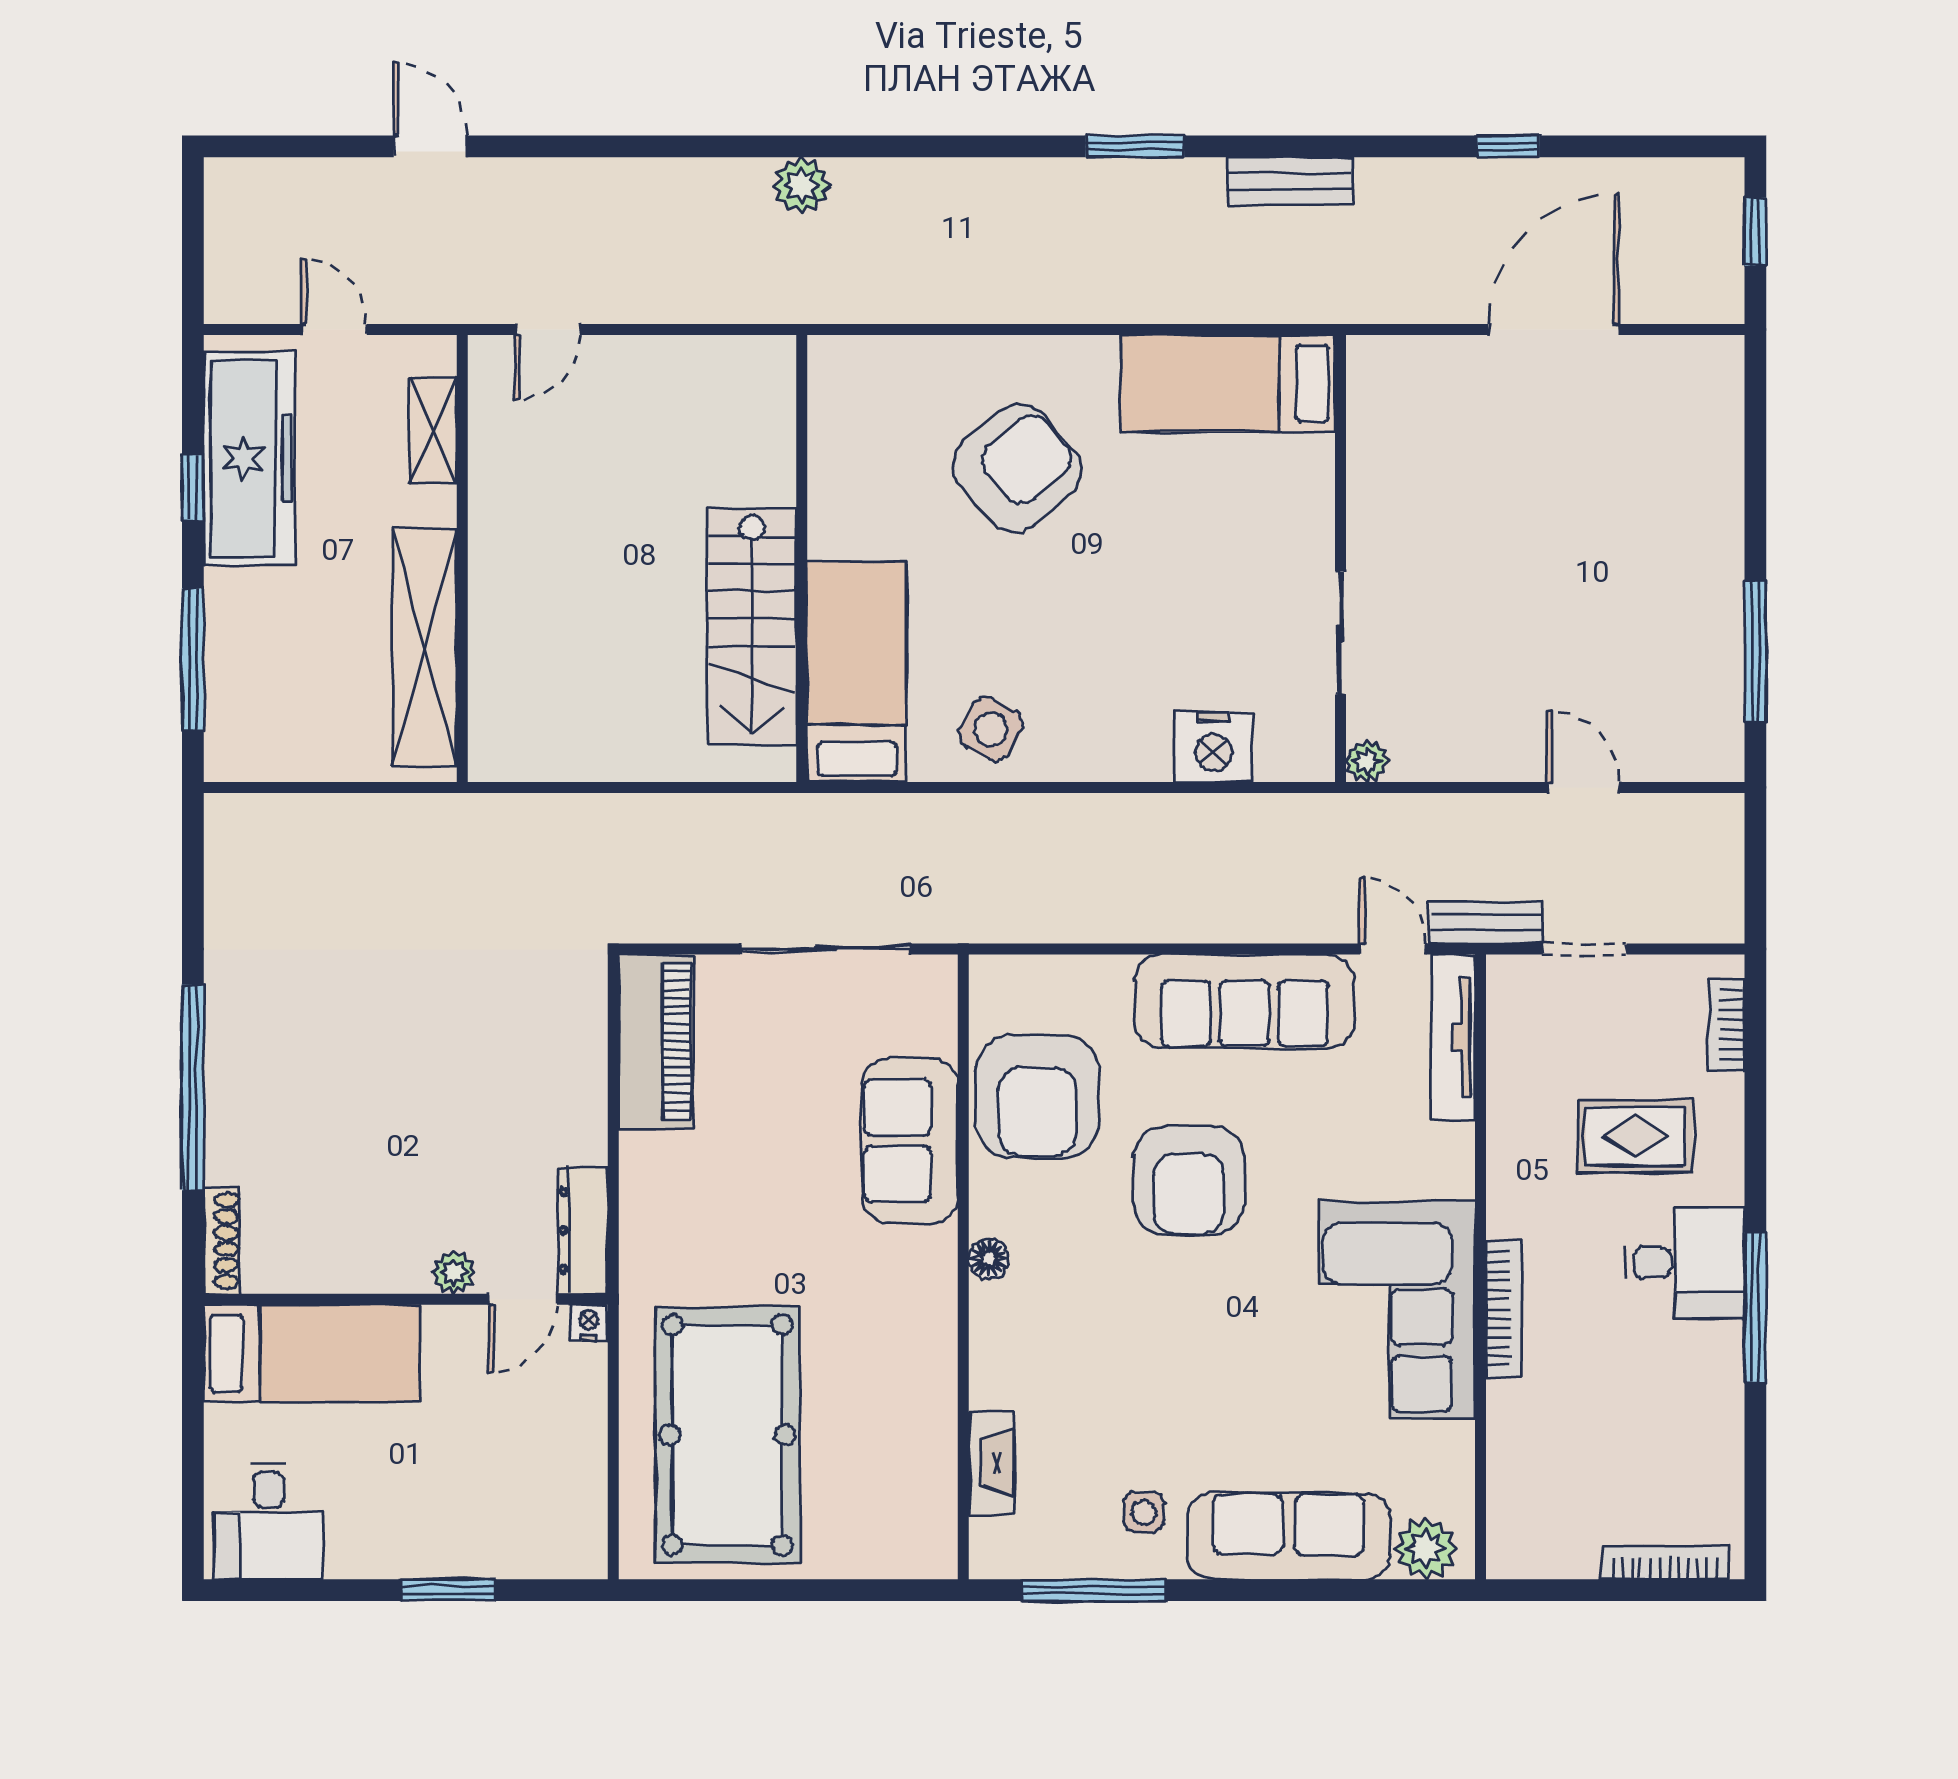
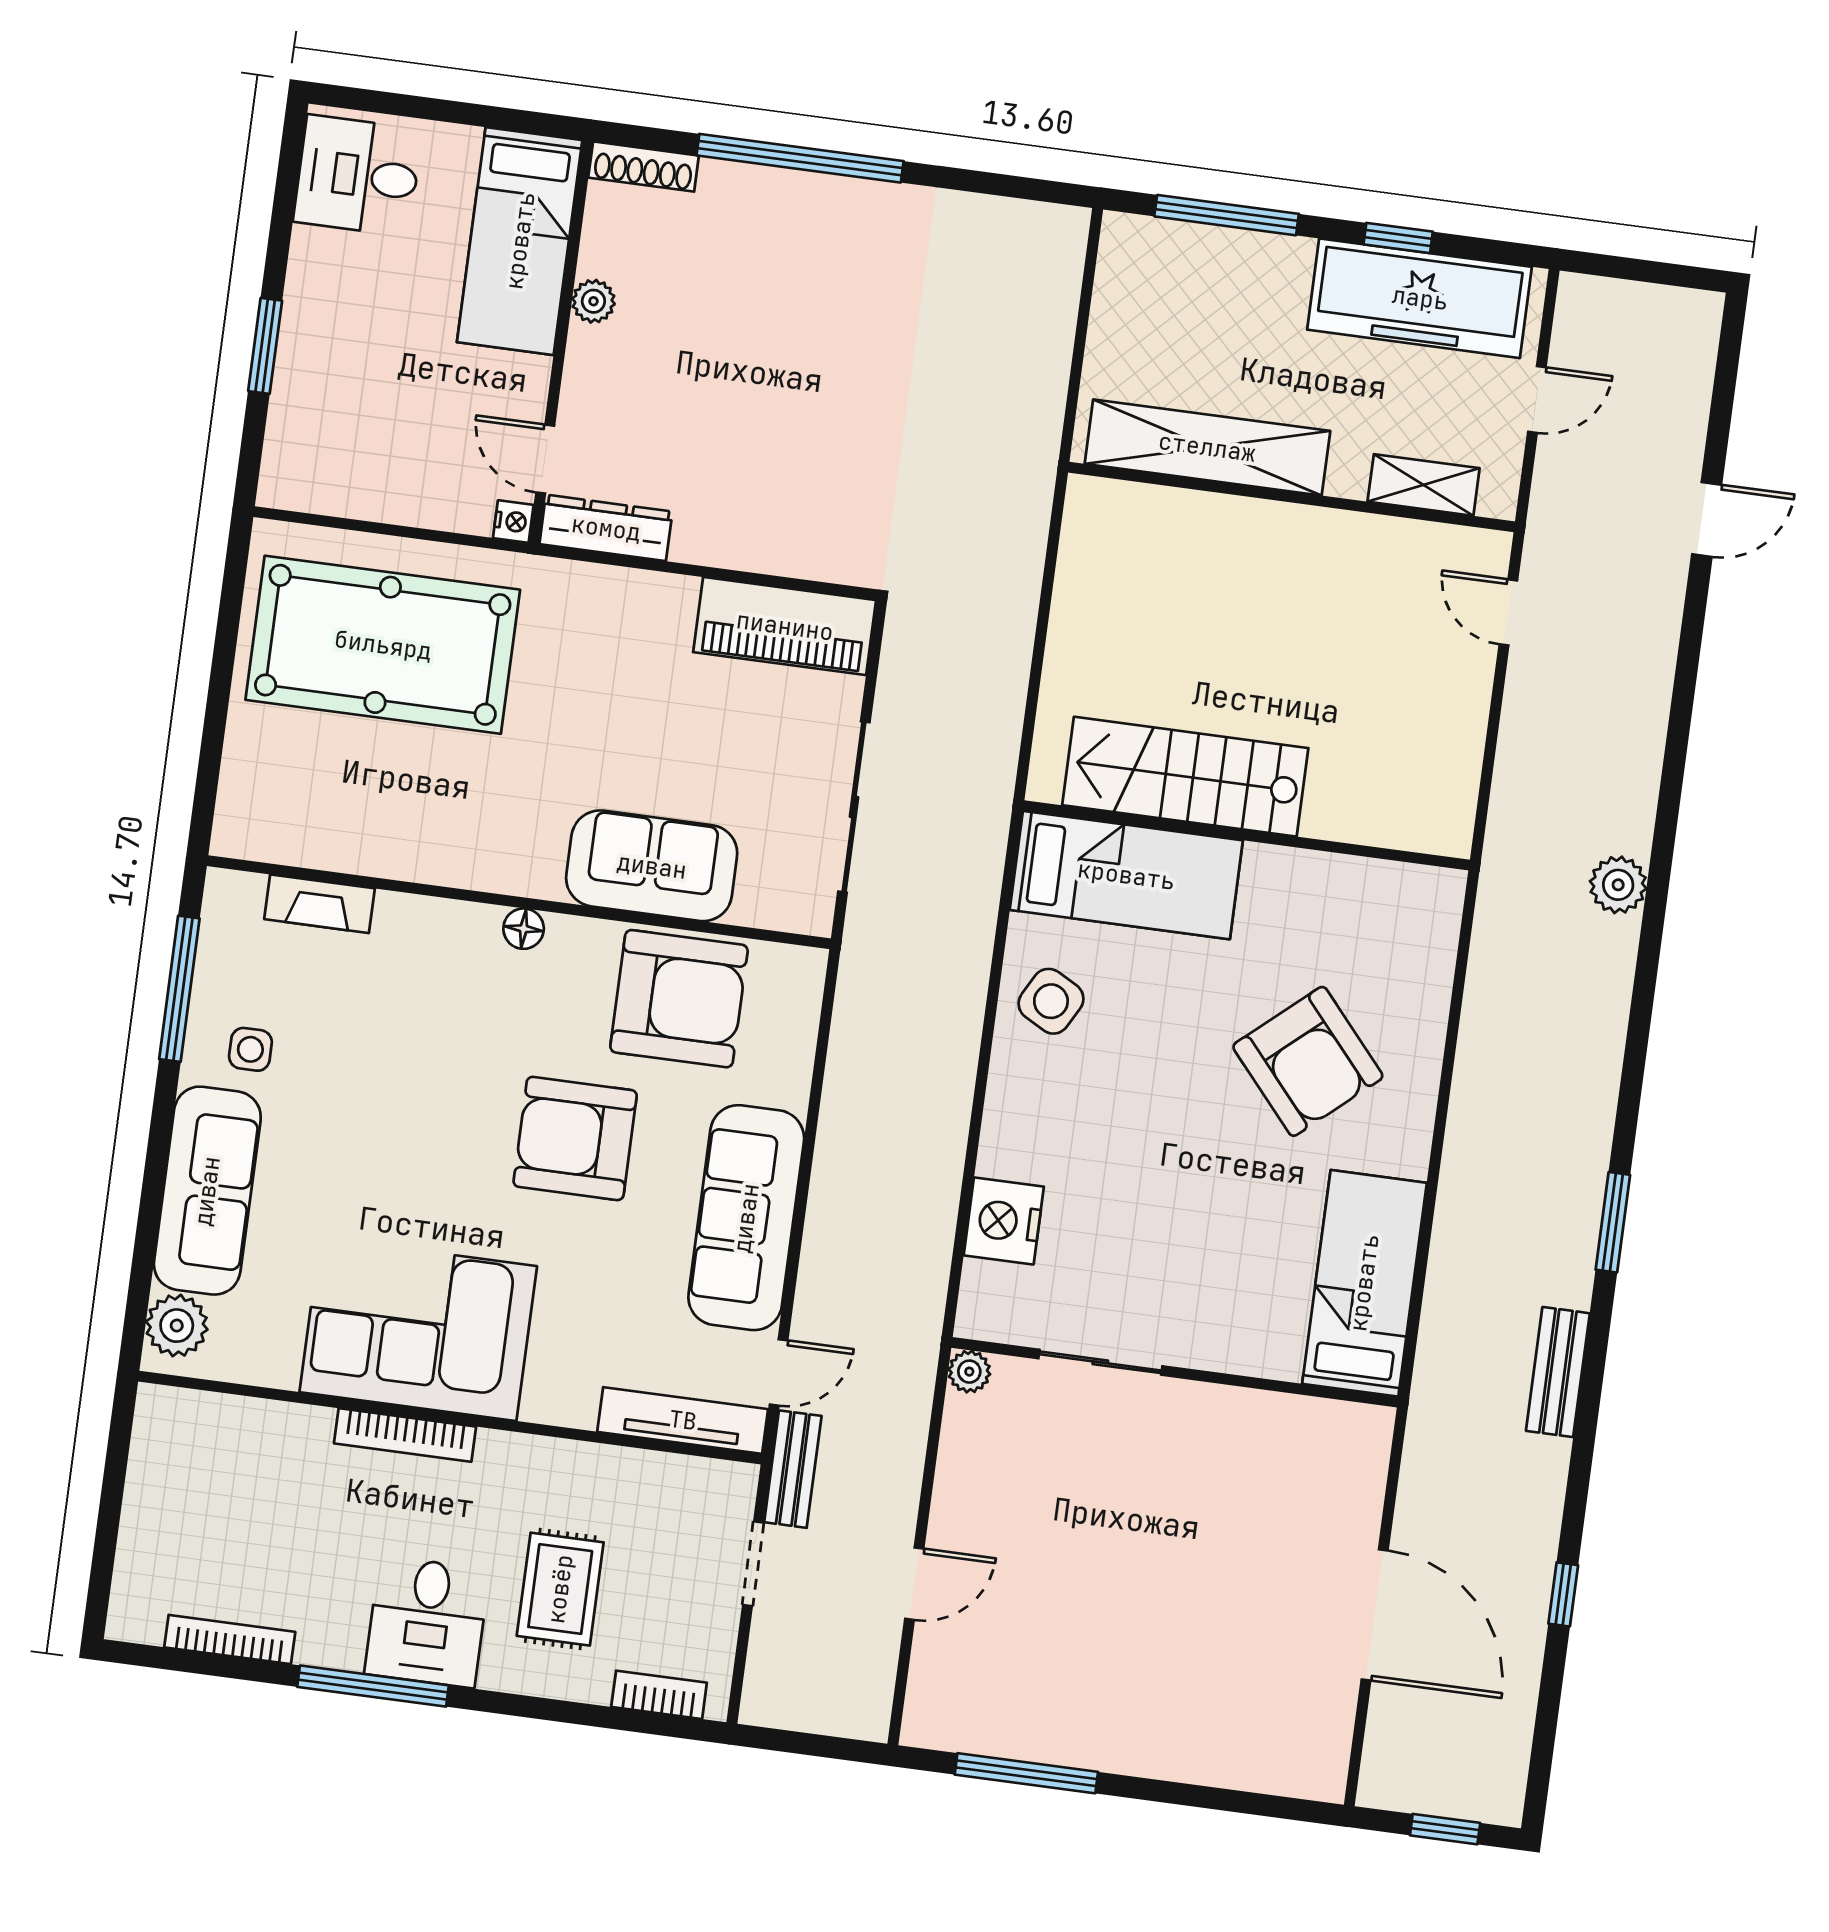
armchair: (1037, 1096) -> (679, 999), turned 180
plant: (454, 1272) -> (593, 301), moved
bookcase: (1665, 1563) -> (230, 1640), moved, turned -90

